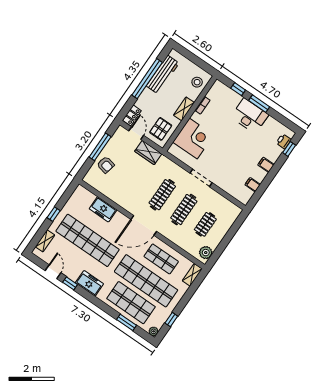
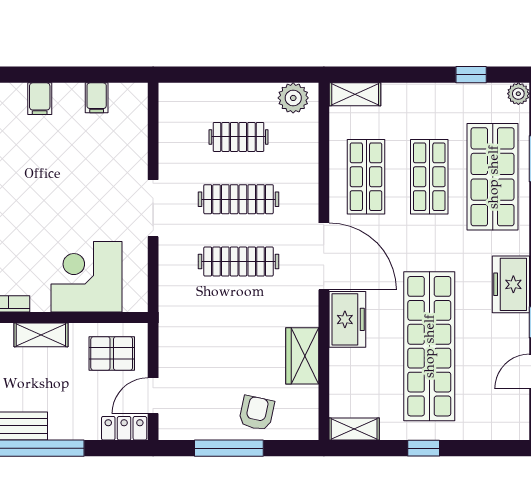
wardrobe: (148, 152) -> (302, 356), moved, turned 180
freezer: (103, 209) -> (347, 319), moved
shelving: (45, 241) -> (354, 429), moved
shop shelf: (146, 281) -> (429, 177), width x0.50, depth x0.74

